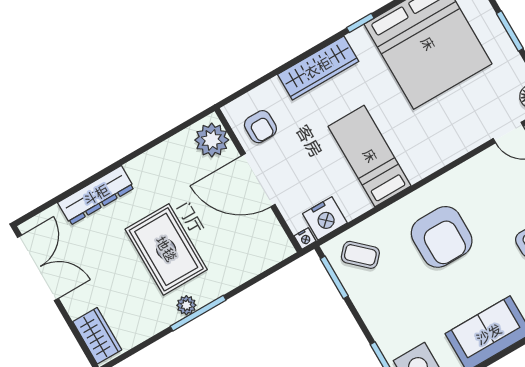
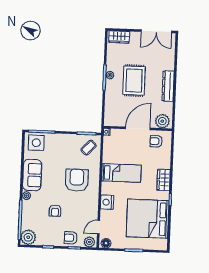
wardrobe: (318, 68) -> (164, 180), width x0.67
dresser: (96, 195) -> (168, 86), moved
nightstand: (325, 218) -> (107, 202), moved
armchair: (442, 237) -> (77, 180), turned 90
rug: (166, 249) -> (134, 81), turned 90

